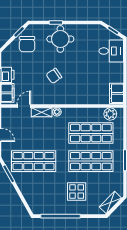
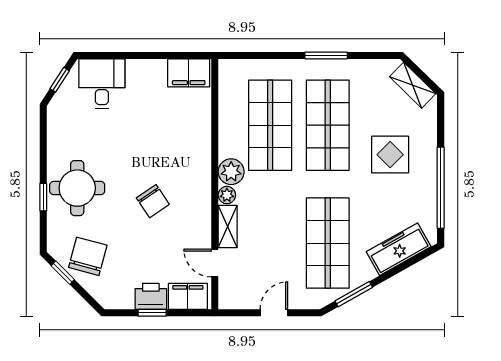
chair: (27, 44) -> (88, 256), turned -75
plant: (110, 114) -> (231, 172), moved
freezer: (31, 196) -> (399, 249), added

